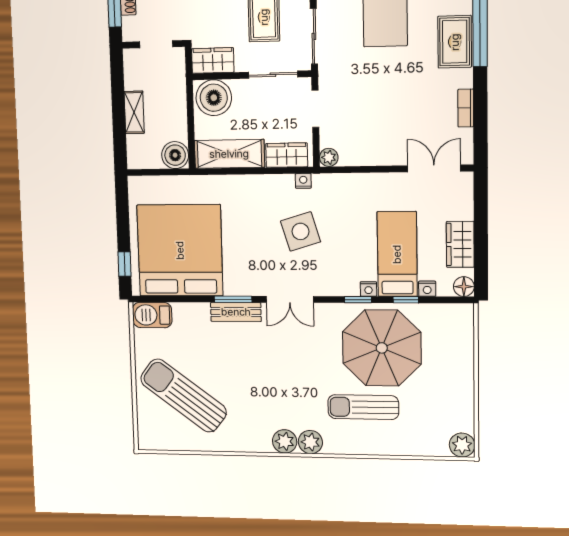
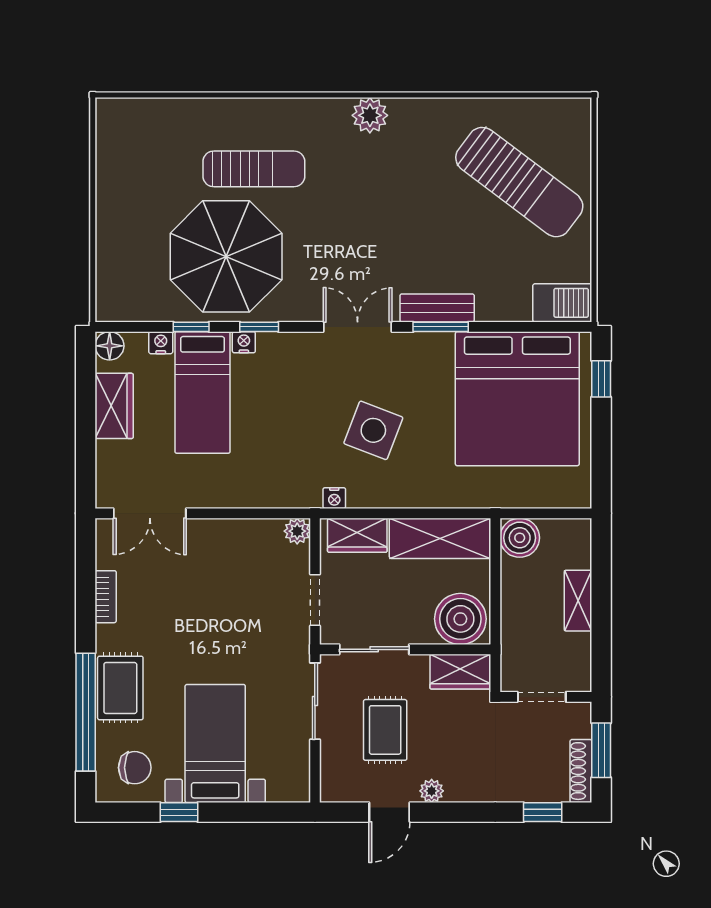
side table: (301, 231) -> (373, 430), moved, turned 38
plant: (310, 442) -> (332, 115), removed
plant: (462, 445) -> (113, 115), removed

